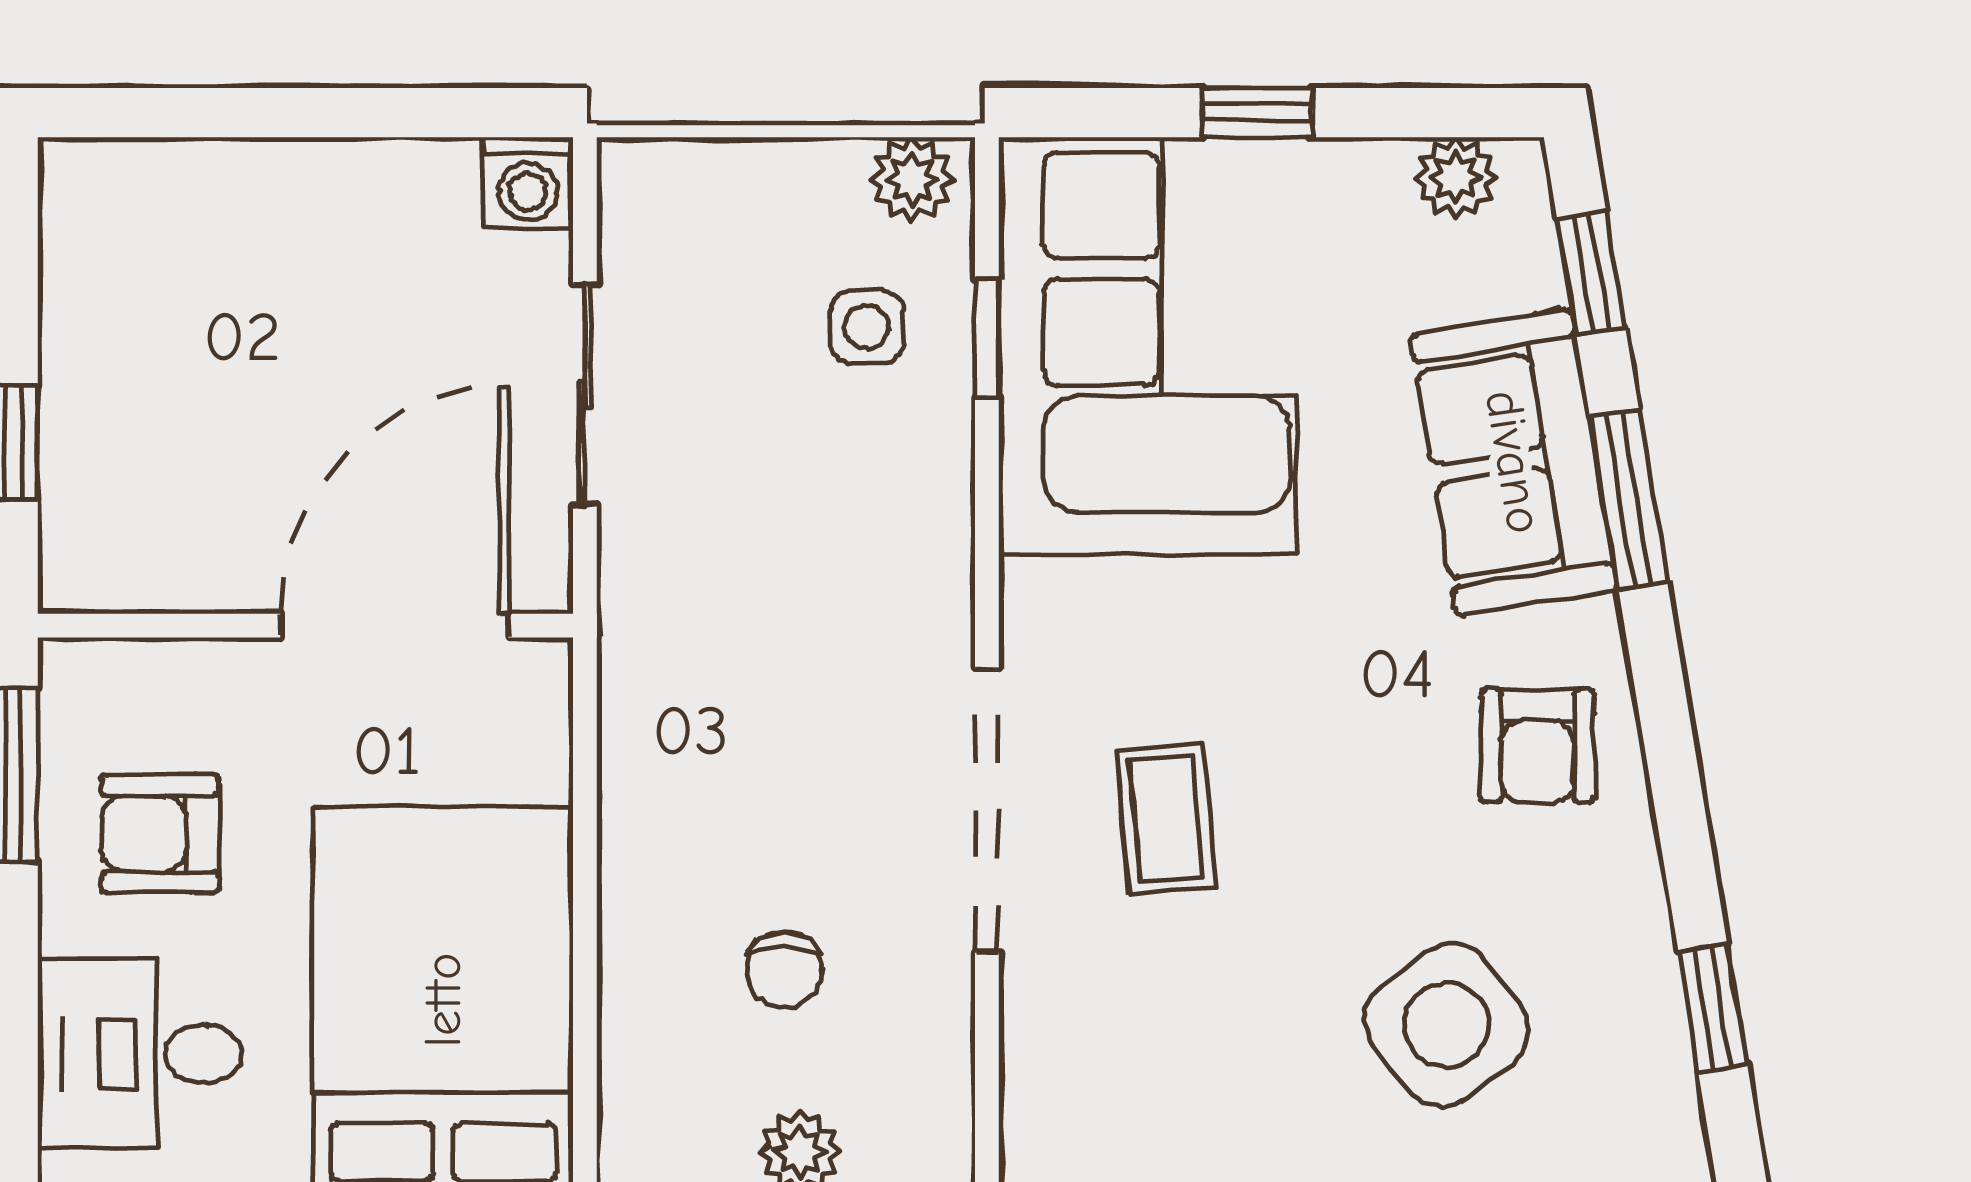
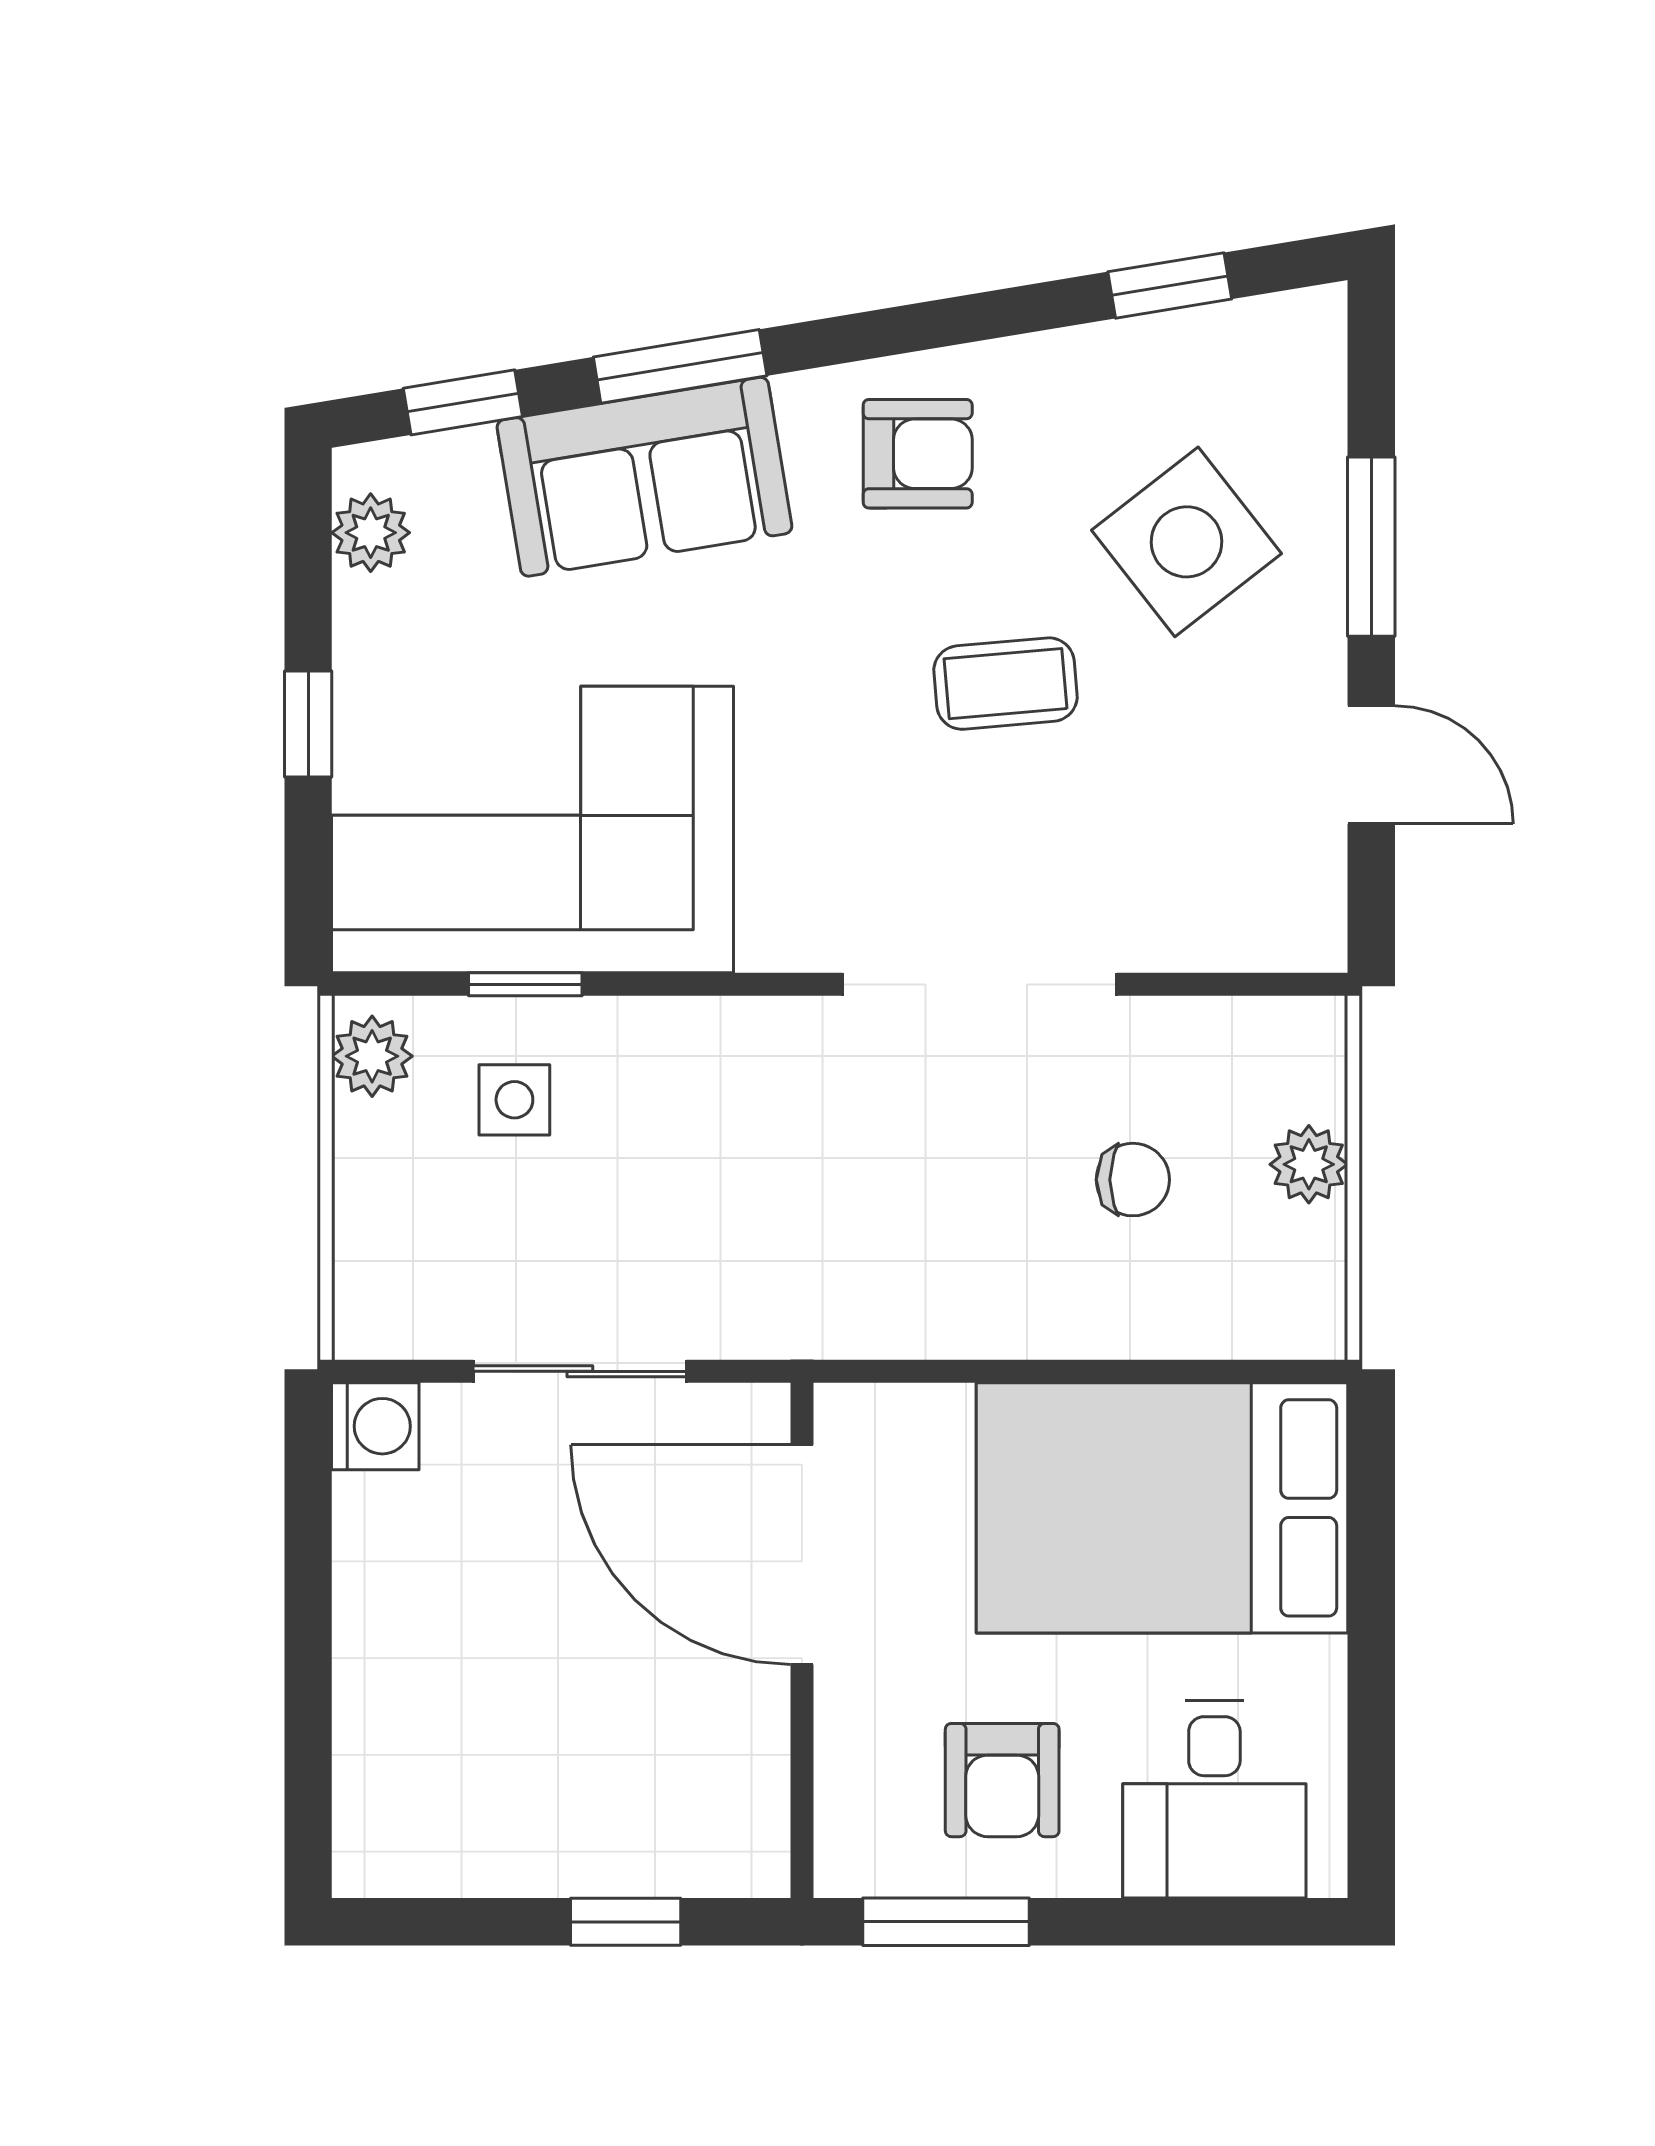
coffee table: (1166, 819) -> (1005, 684), moved

